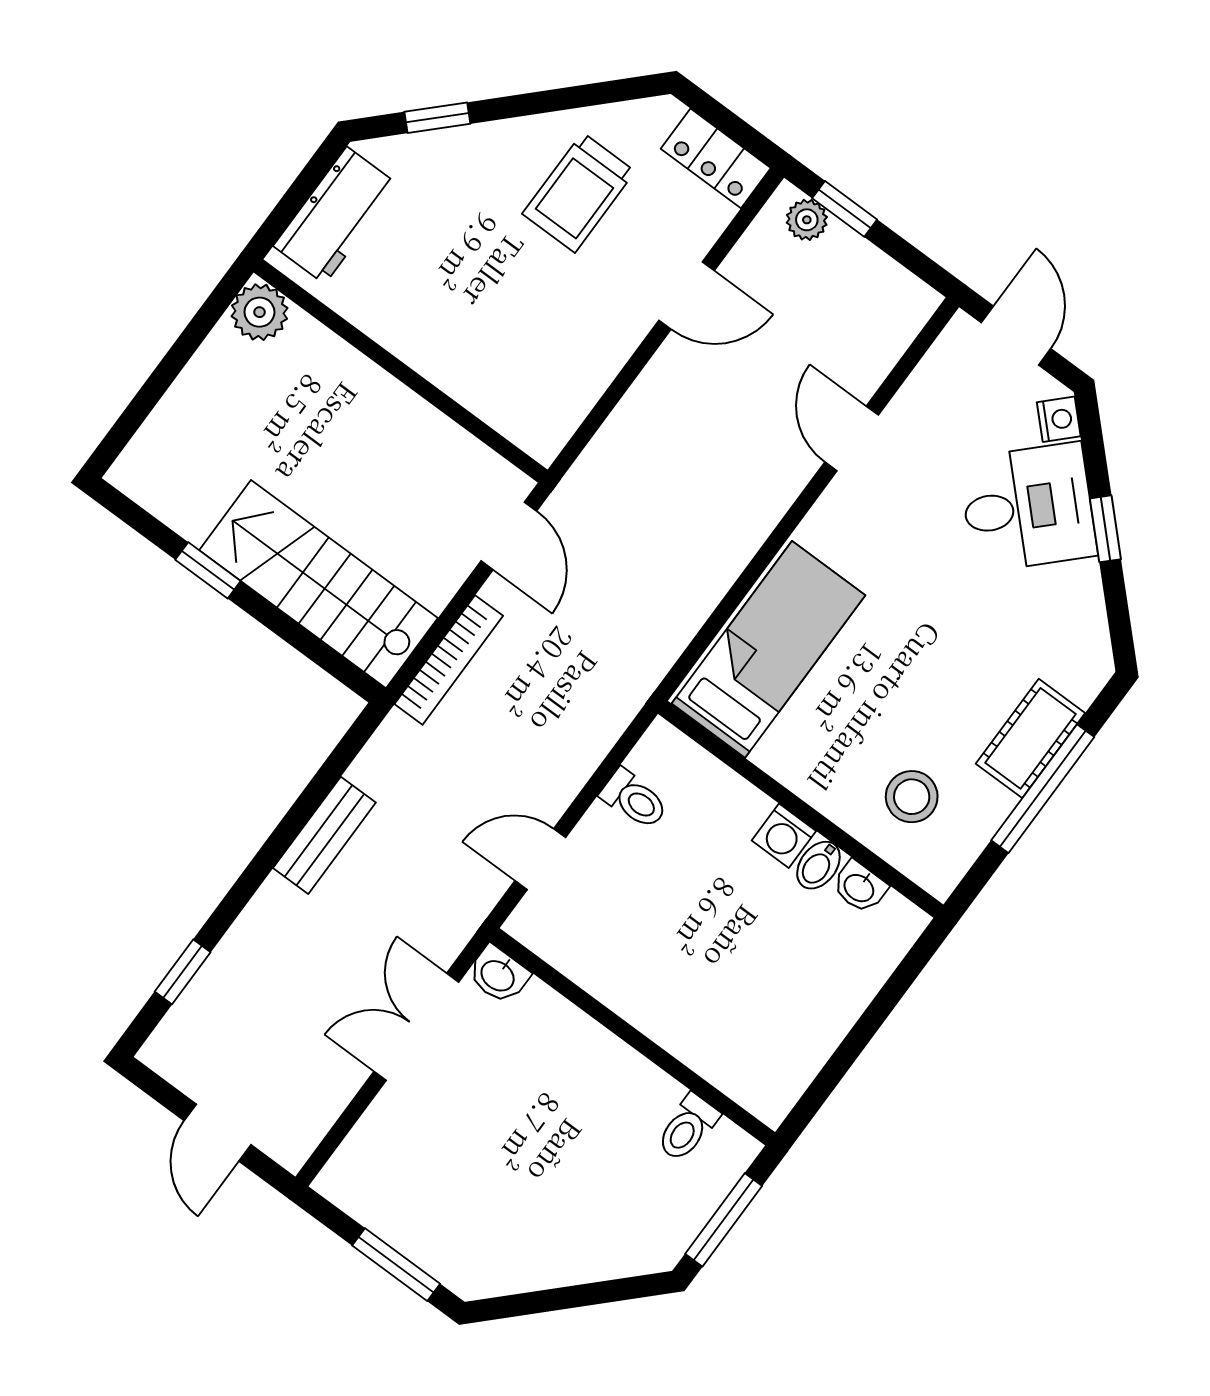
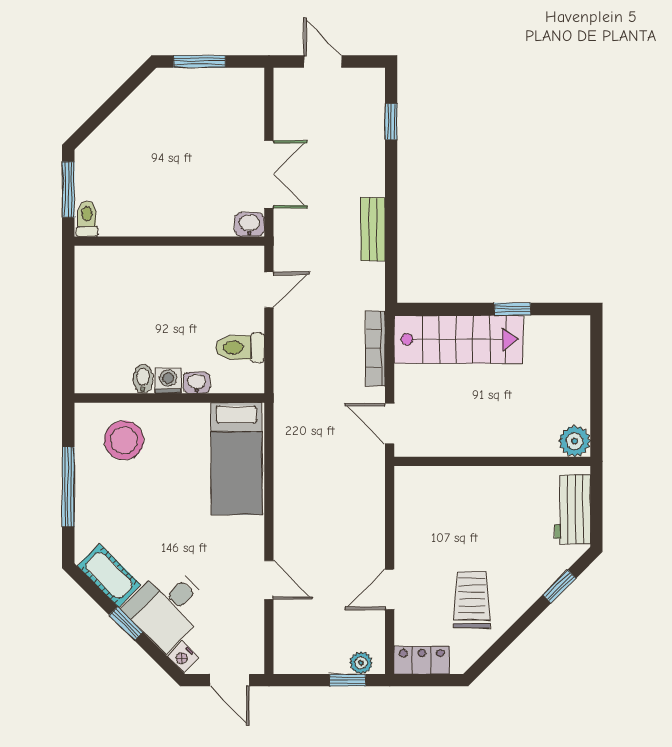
cot: (1030, 738) -> (109, 575), moved, turned -45
stool: (912, 797) -> (124, 440), width x1.38, depth x1.38
toilet: (634, 799) -> (240, 348), width x1.37, depth x1.39
washbasin: (860, 887) -> (197, 383), moved
toilet: (688, 1128) -> (87, 219), moved

